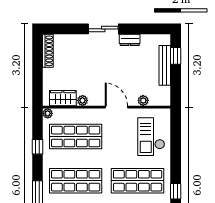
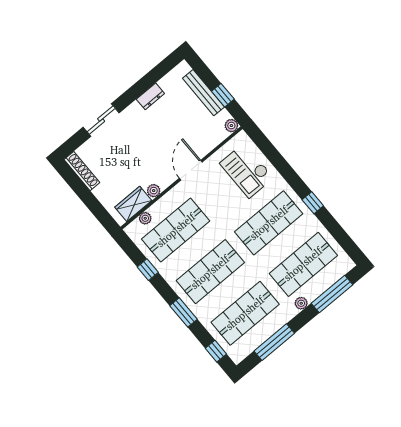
sliding door: (103, 29) -> (101, 120), moved
window: (176, 56) -> (223, 95), moved
plant: (143, 100) -> (231, 126), moved
door: (116, 107) -> (191, 170), hinge flipped
plant: (48, 113) -> (145, 218), moved

